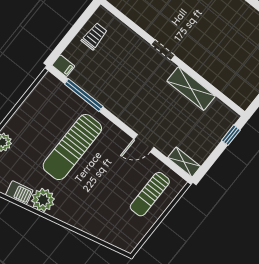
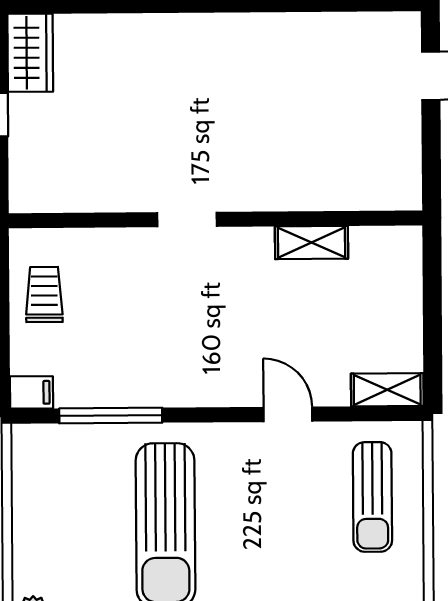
shelving: (191, 89) -> (312, 243), width x0.67, depth x0.75
window: (231, 135) -> (432, 274), removed
door: (144, 143) -> (288, 414), swing flipped

